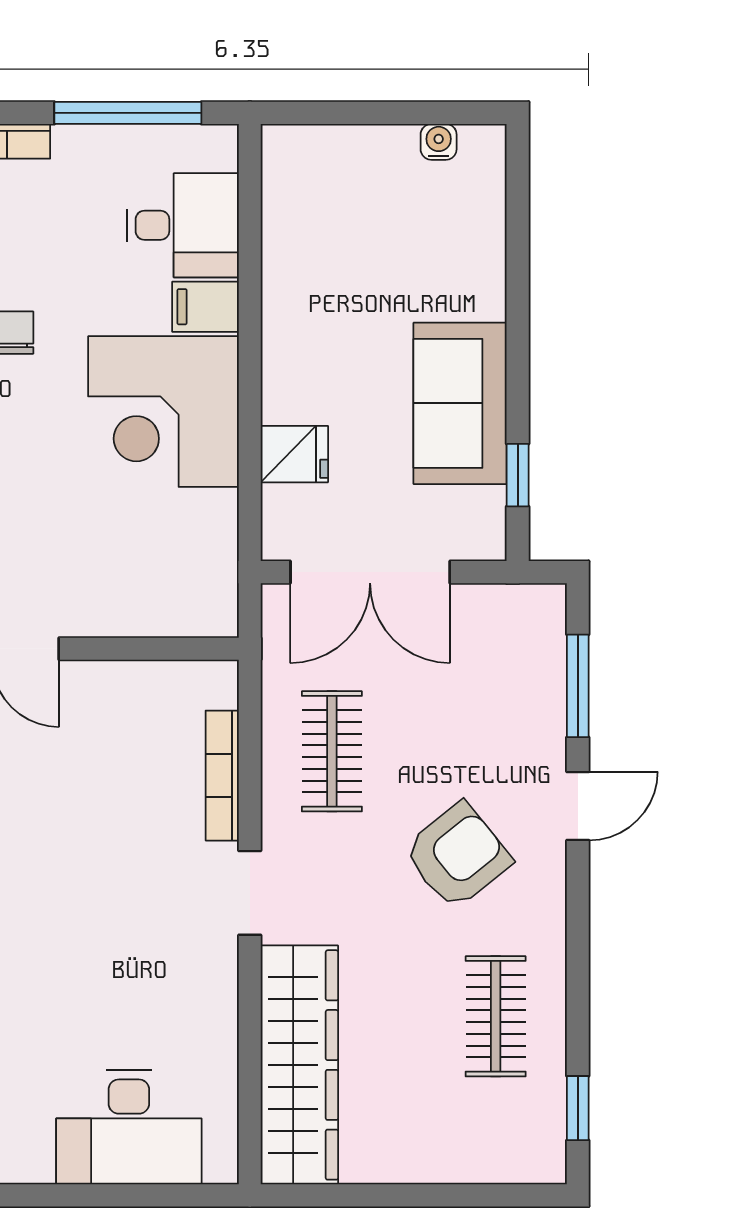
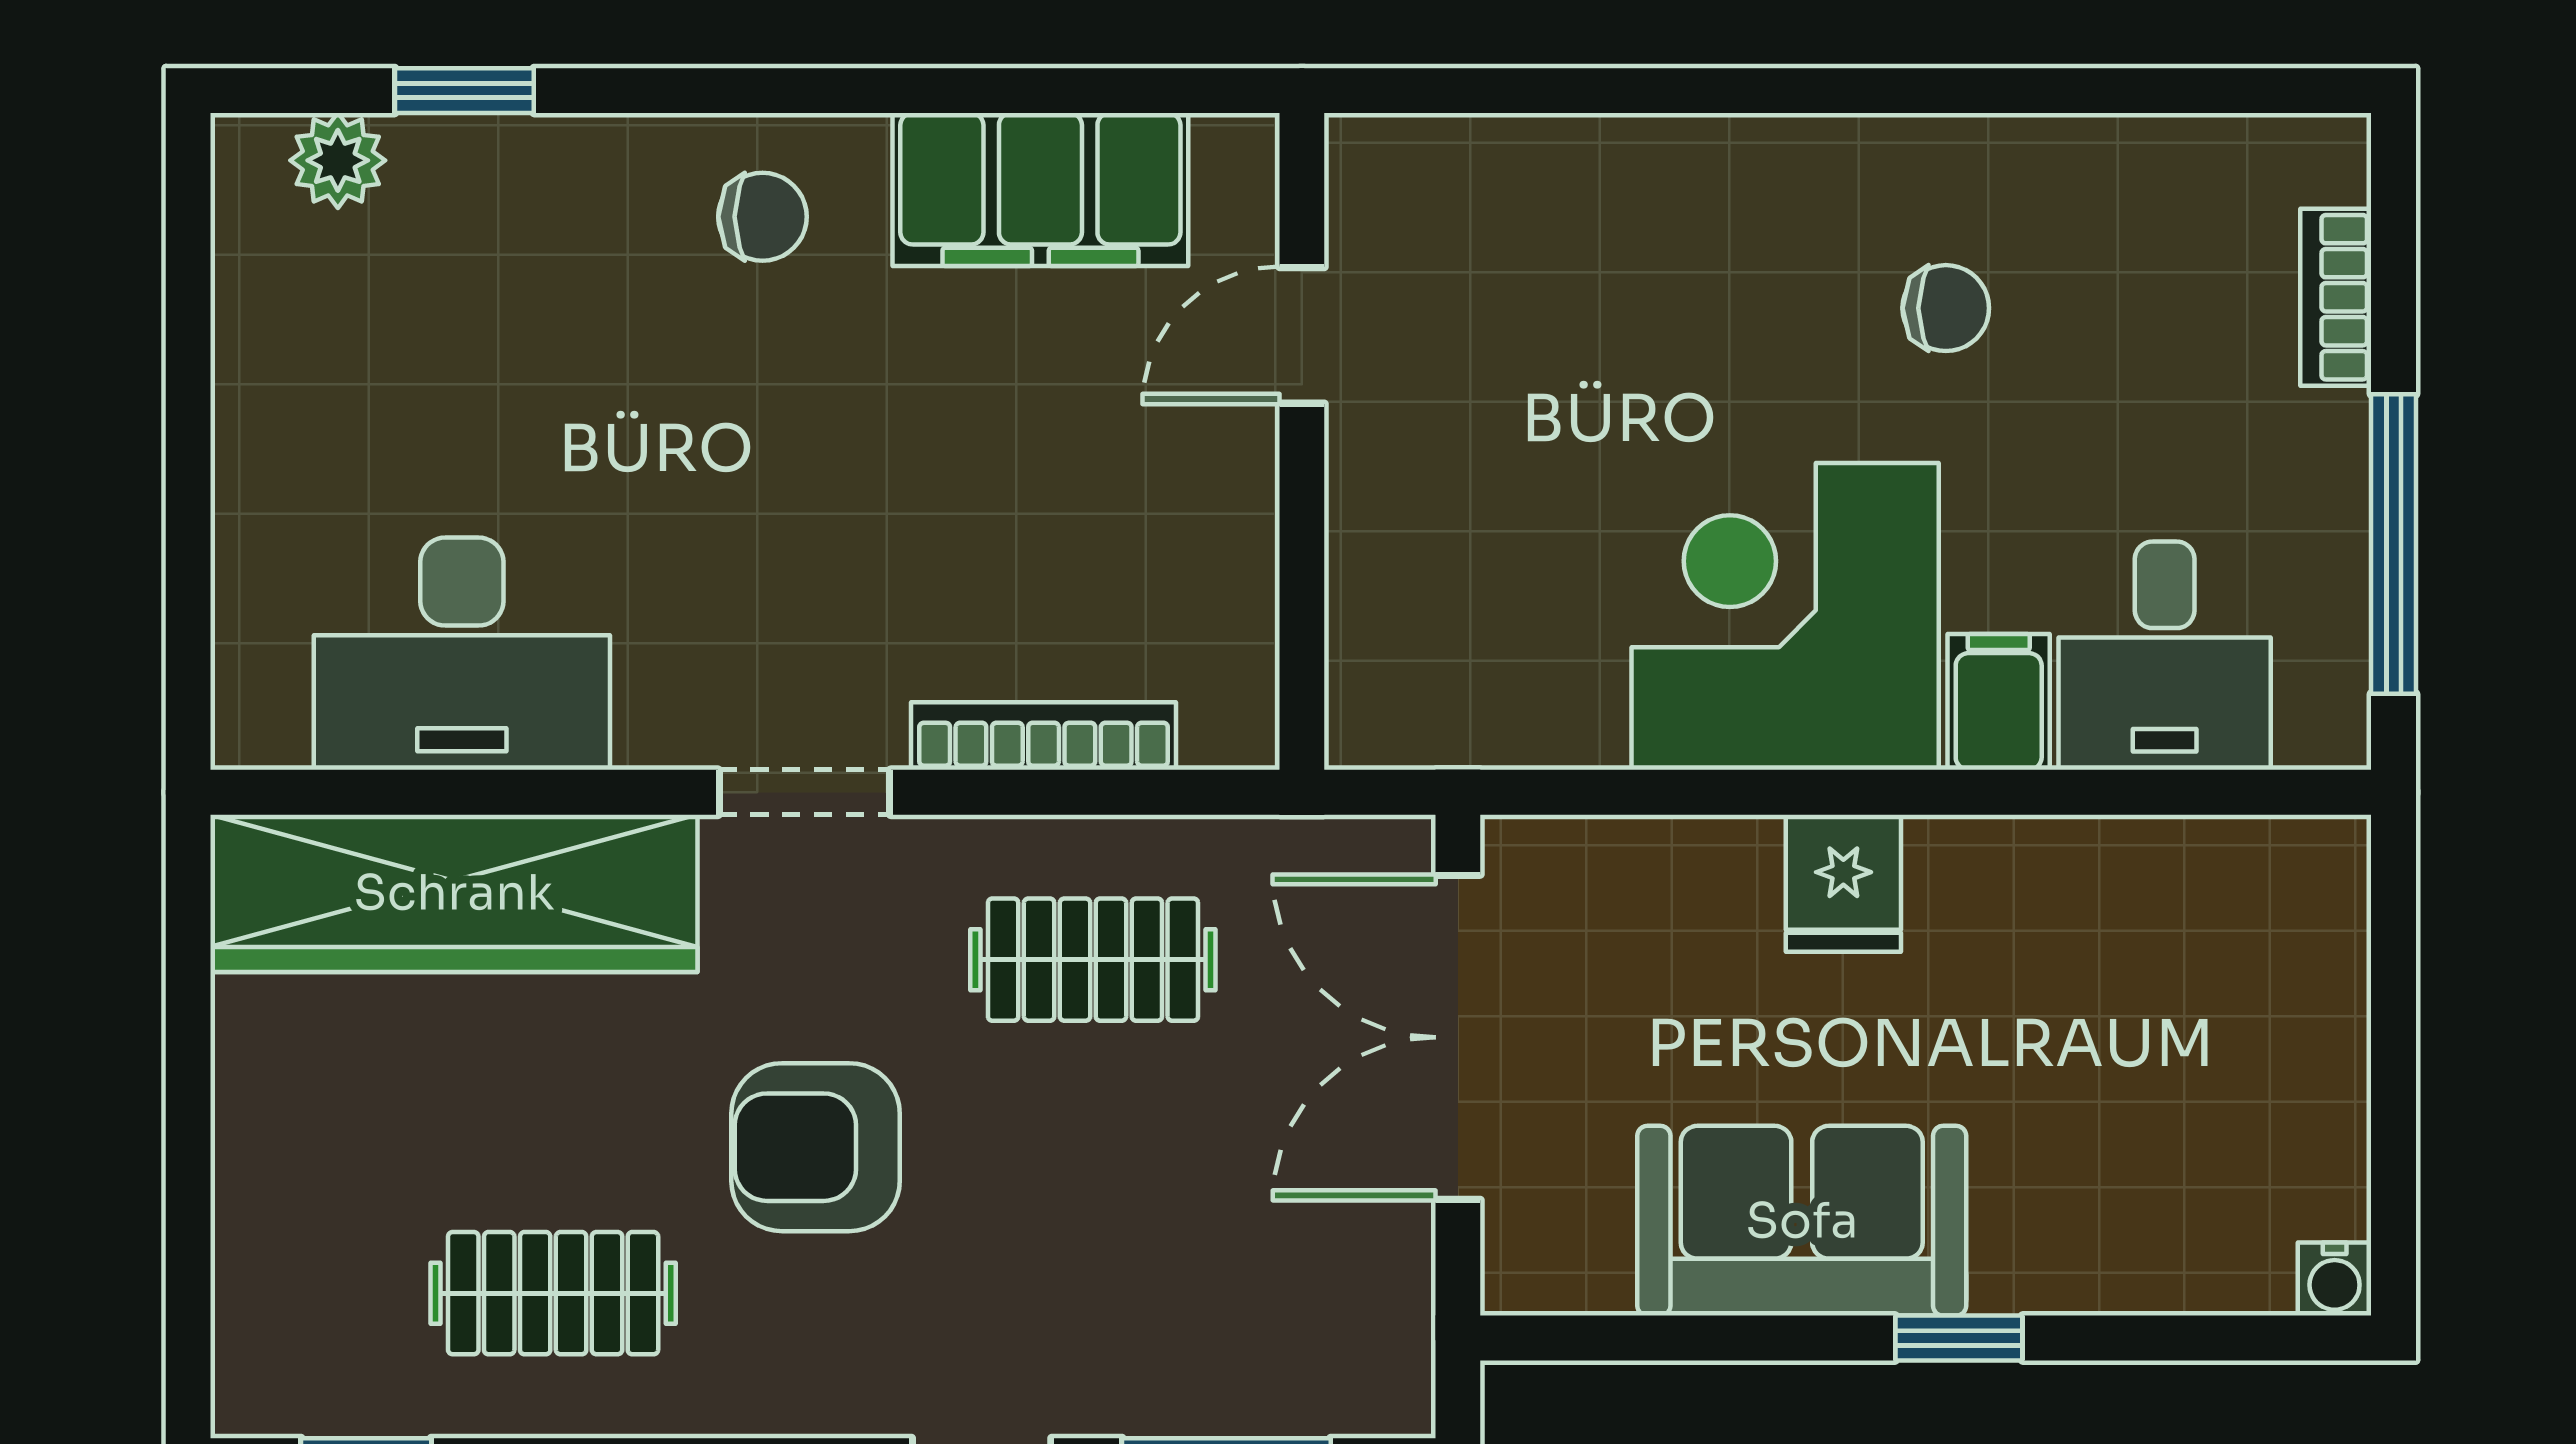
water cooler: (439, 142) -> (2335, 1279), moved, turned 90
fridge: (294, 454) -> (1843, 883), moved
window: (518, 475) -> (1959, 1338), moved
armchair: (457, 856) -> (816, 1147), moved, turned 129
desk: (129, 1127) -> (462, 654), moved, turned -90

